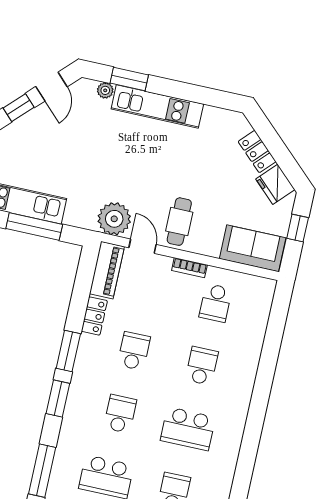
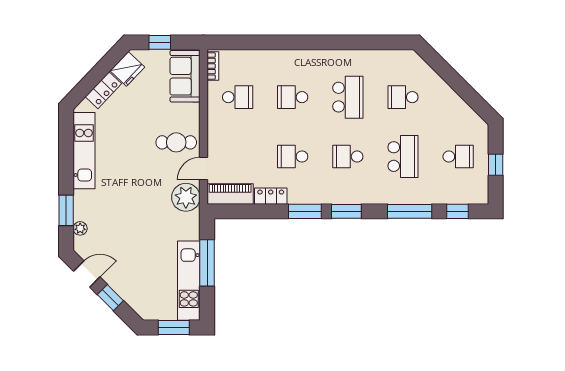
kitchen unit: (157, 106) -> (84, 151), moved
bookcase: (189, 268) -> (213, 66), moved

